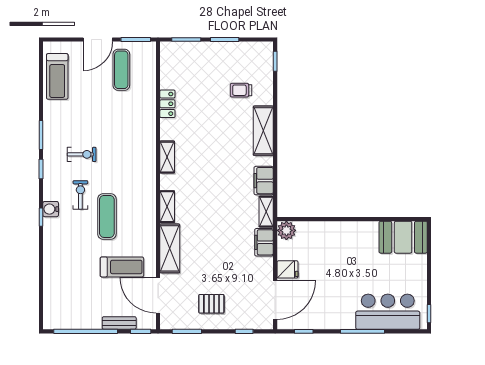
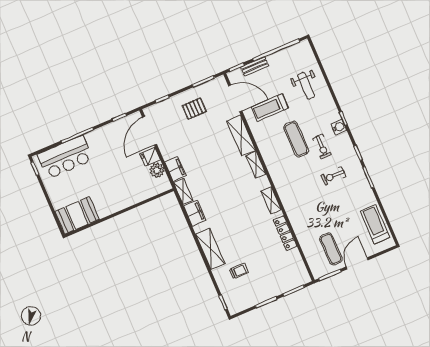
locker: (167, 104) -> (285, 233), width x1.53
plant: (286, 230) -> (157, 170), moved
weight bench: (68, 274) -> (306, 86), added

